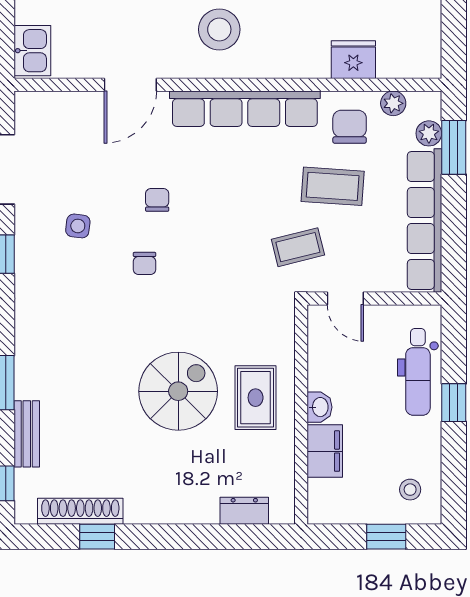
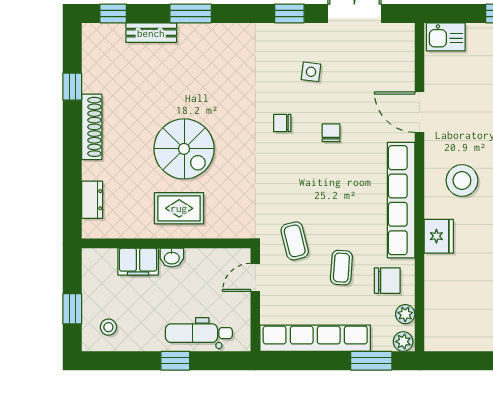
fridge: (353, 60) -> (439, 236), moved
plant: (429, 133) -> (403, 342), moved
coffee table: (333, 186) -> (341, 268), width x0.73, depth x0.77
chair: (157, 200) -> (331, 133), turned -90
shoe rack: (80, 511) -> (92, 127), moved

